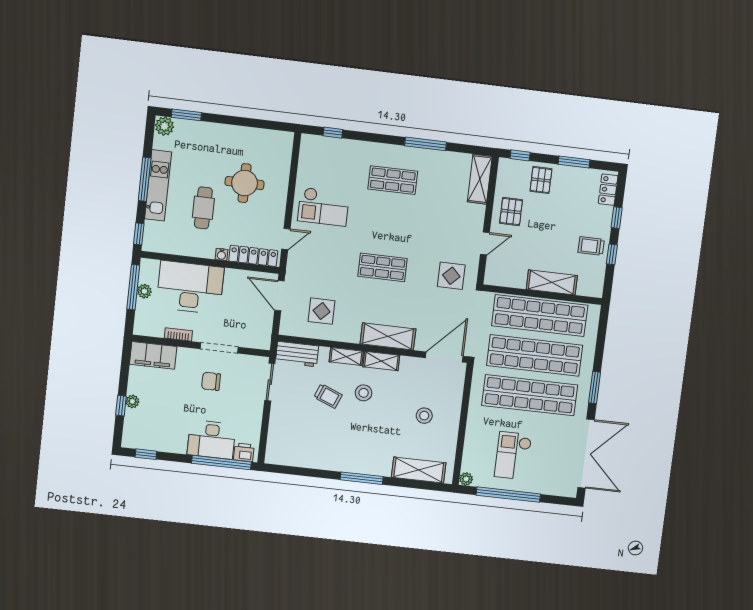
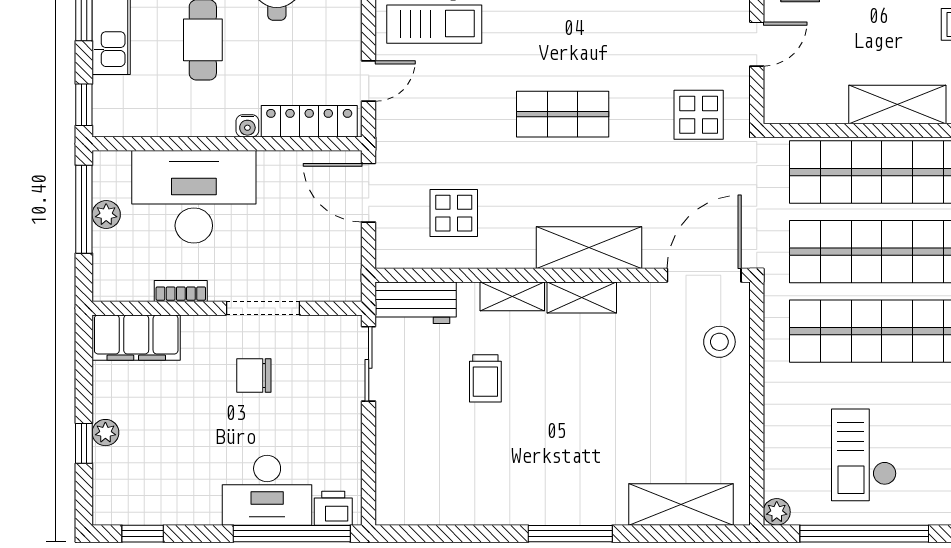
stool: (364, 393) -> (554, 364), removed
trolley: (328, 396) -> (485, 378), turned 68
stool: (424, 416) -> (719, 342), moved

